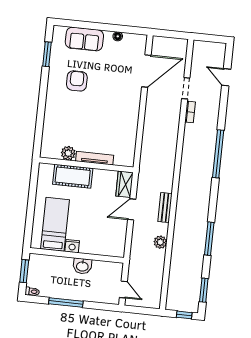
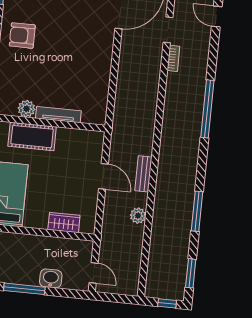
armchair: (77, 81) -> (22, 35), moved, turned -90
wardrobe: (124, 184) -> (64, 223), moved, turned 90
door: (132, 209) -> (103, 176), swing flipped
nightstand: (72, 246) -> (32, 221), removed
washbasin: (82, 266) -> (51, 278), moved, turned 180

